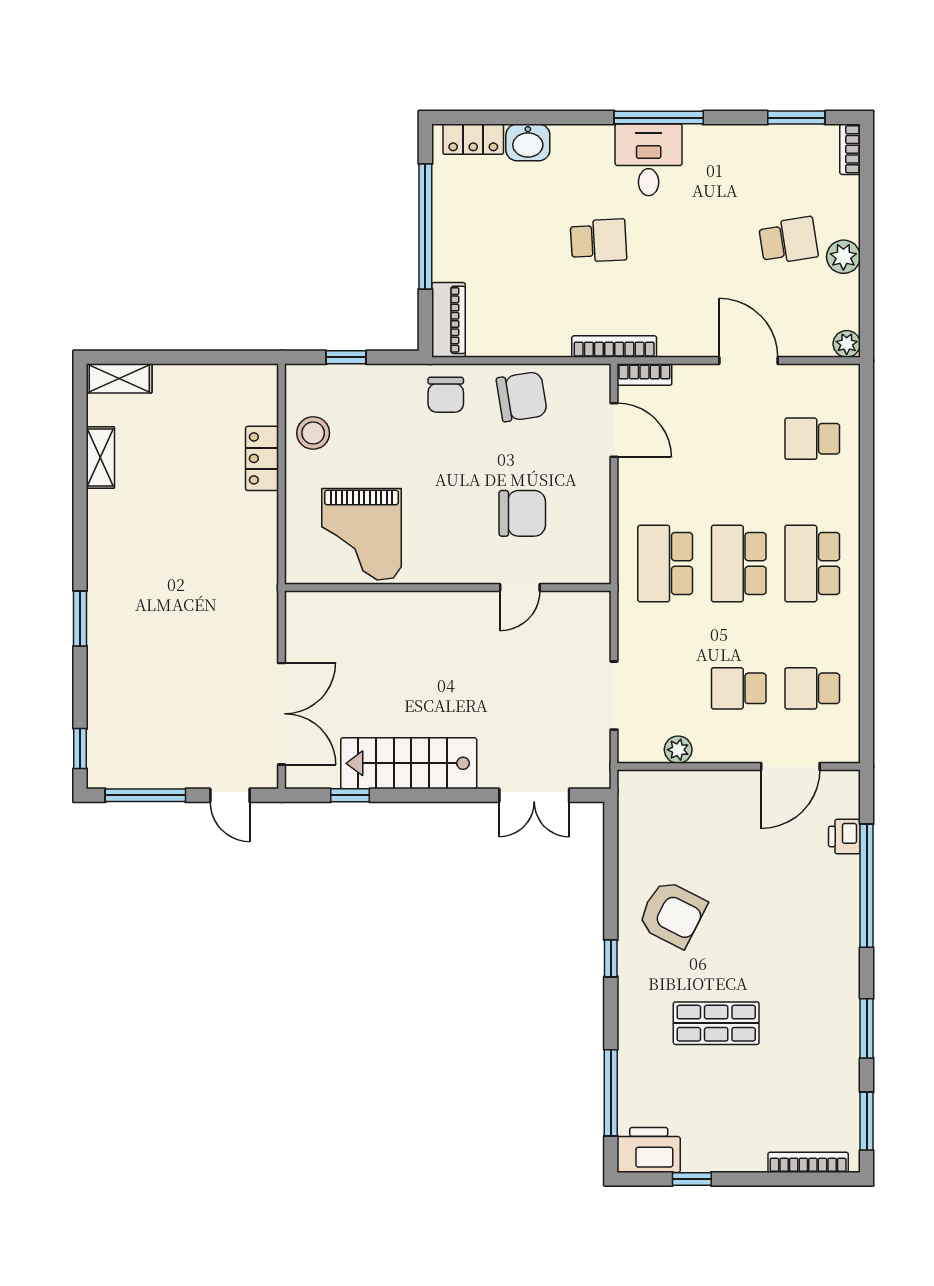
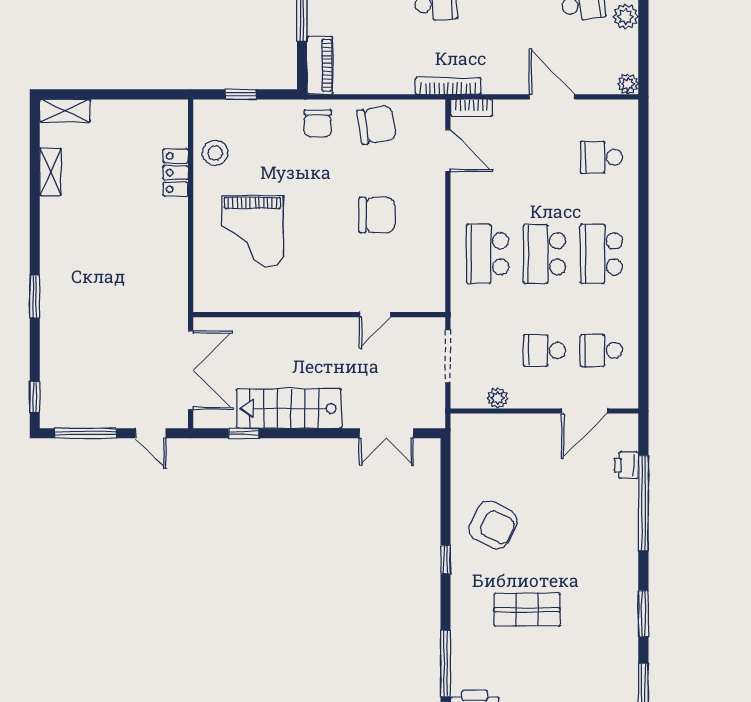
wall: (448, 587) -> (319, 315), moved
door: (520, 587) -> (375, 315), moved

